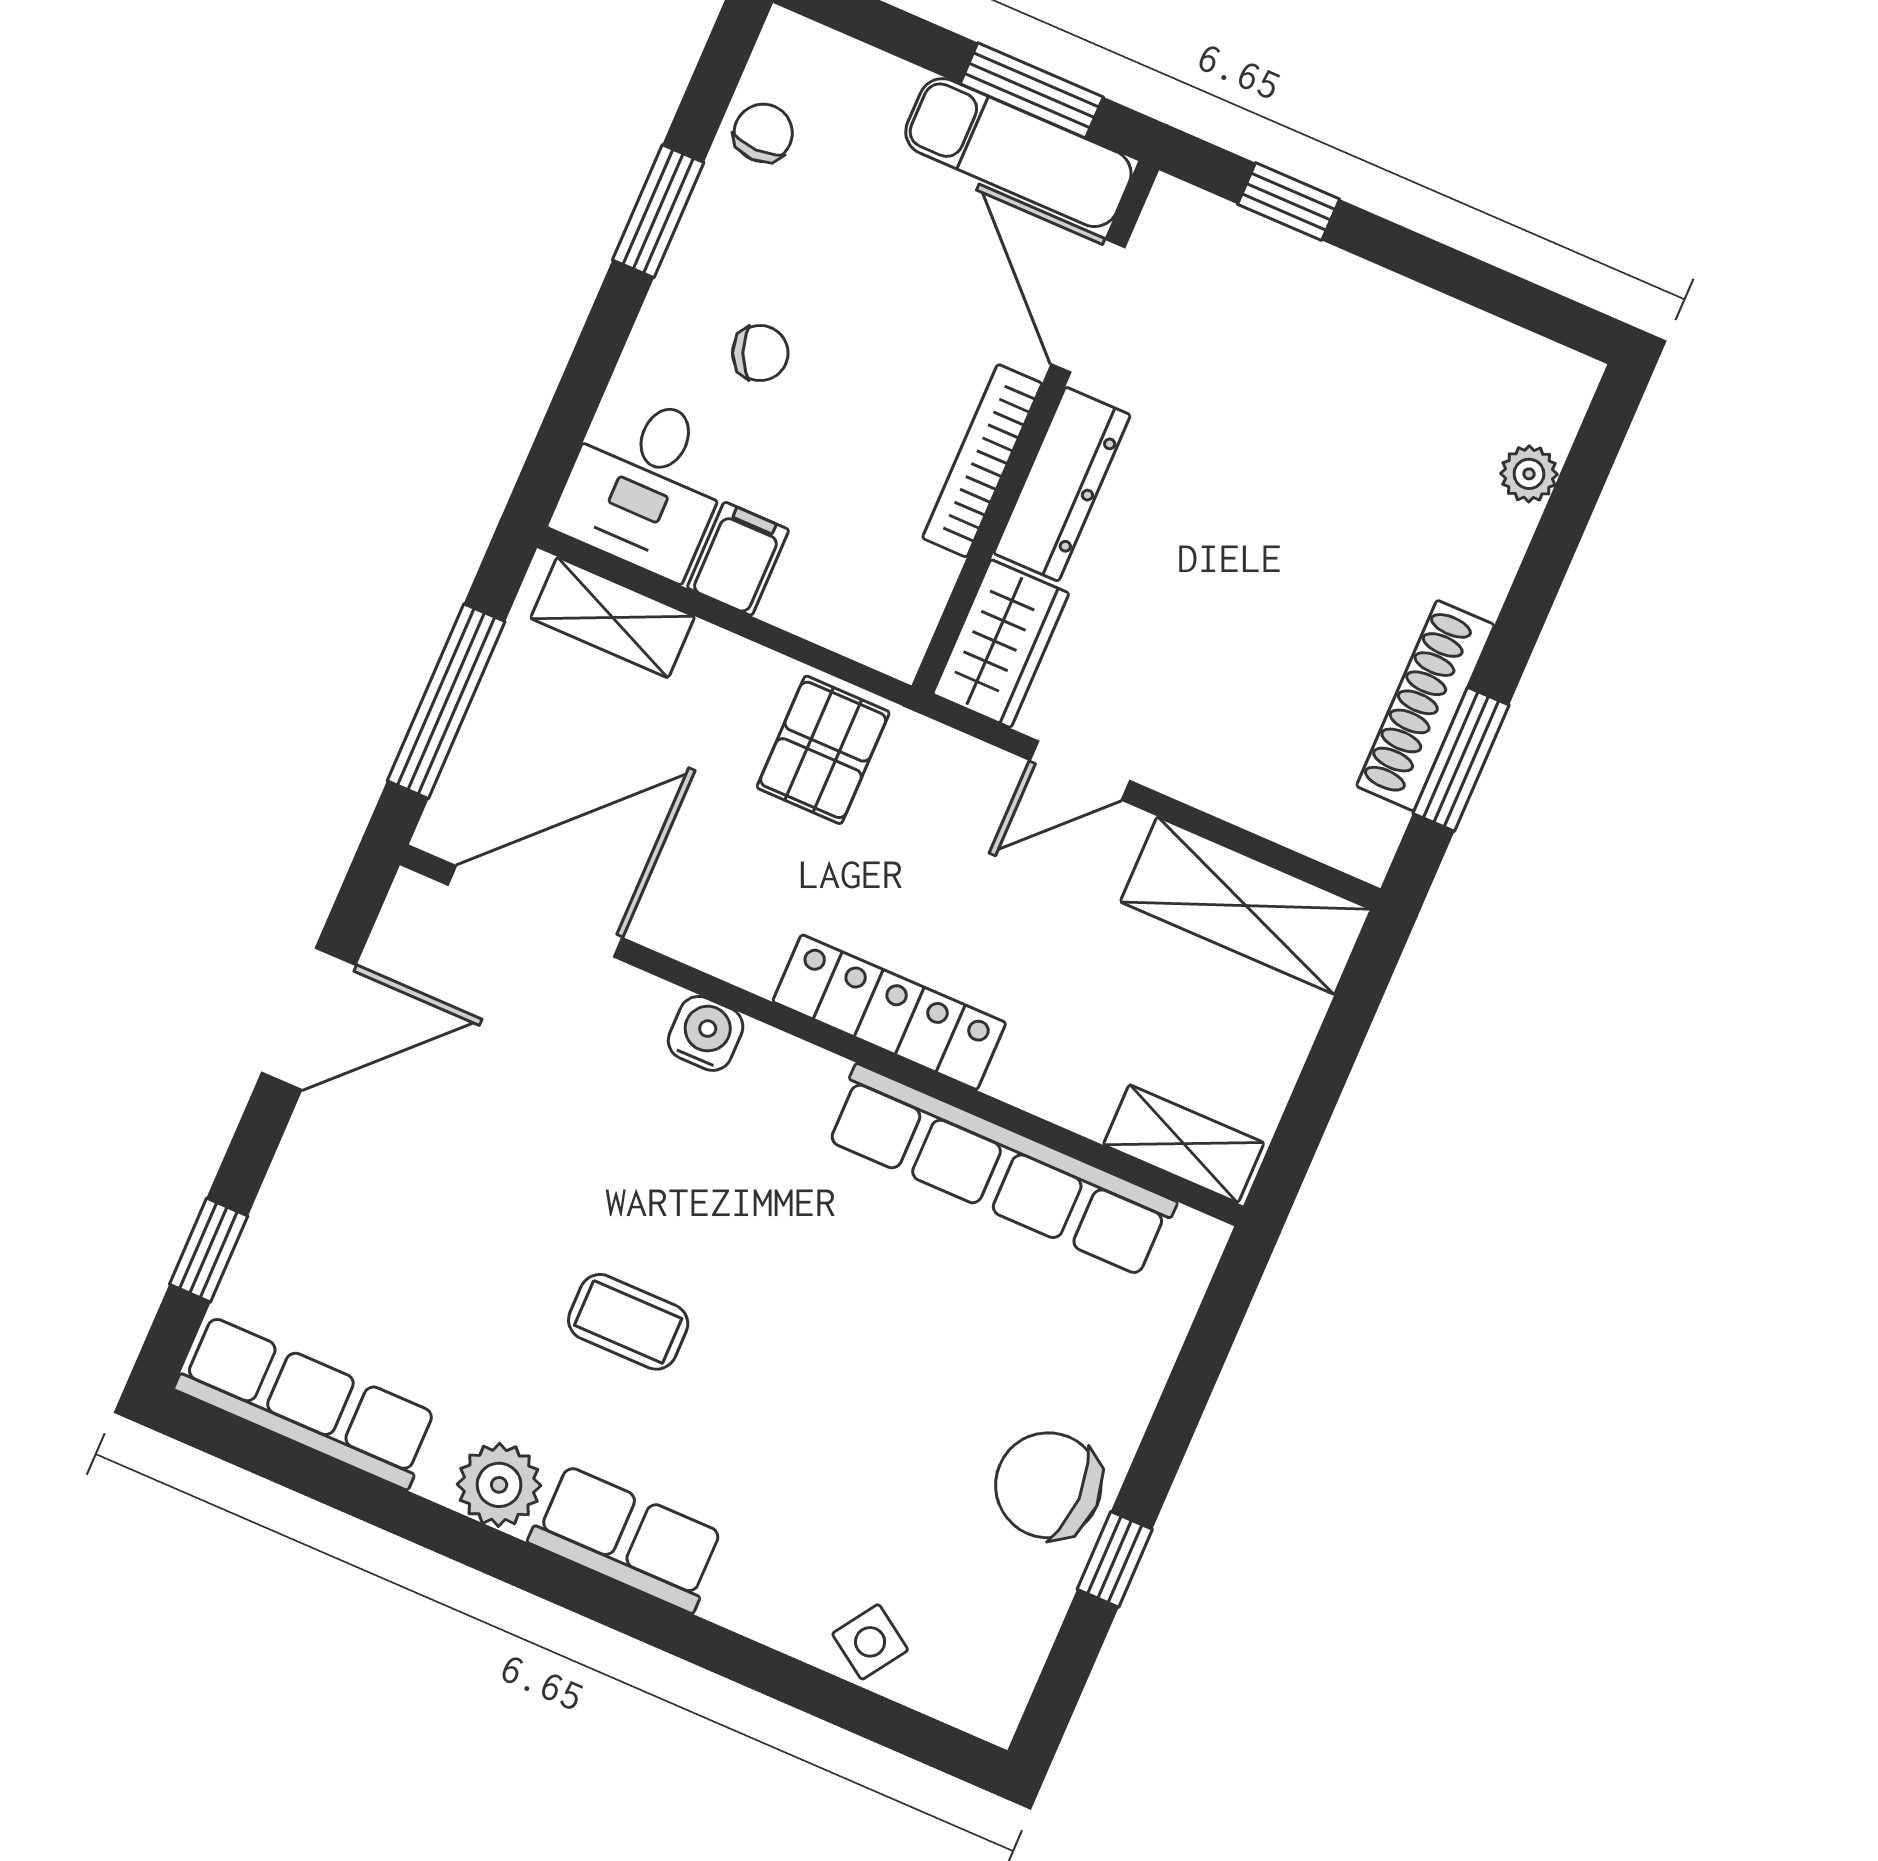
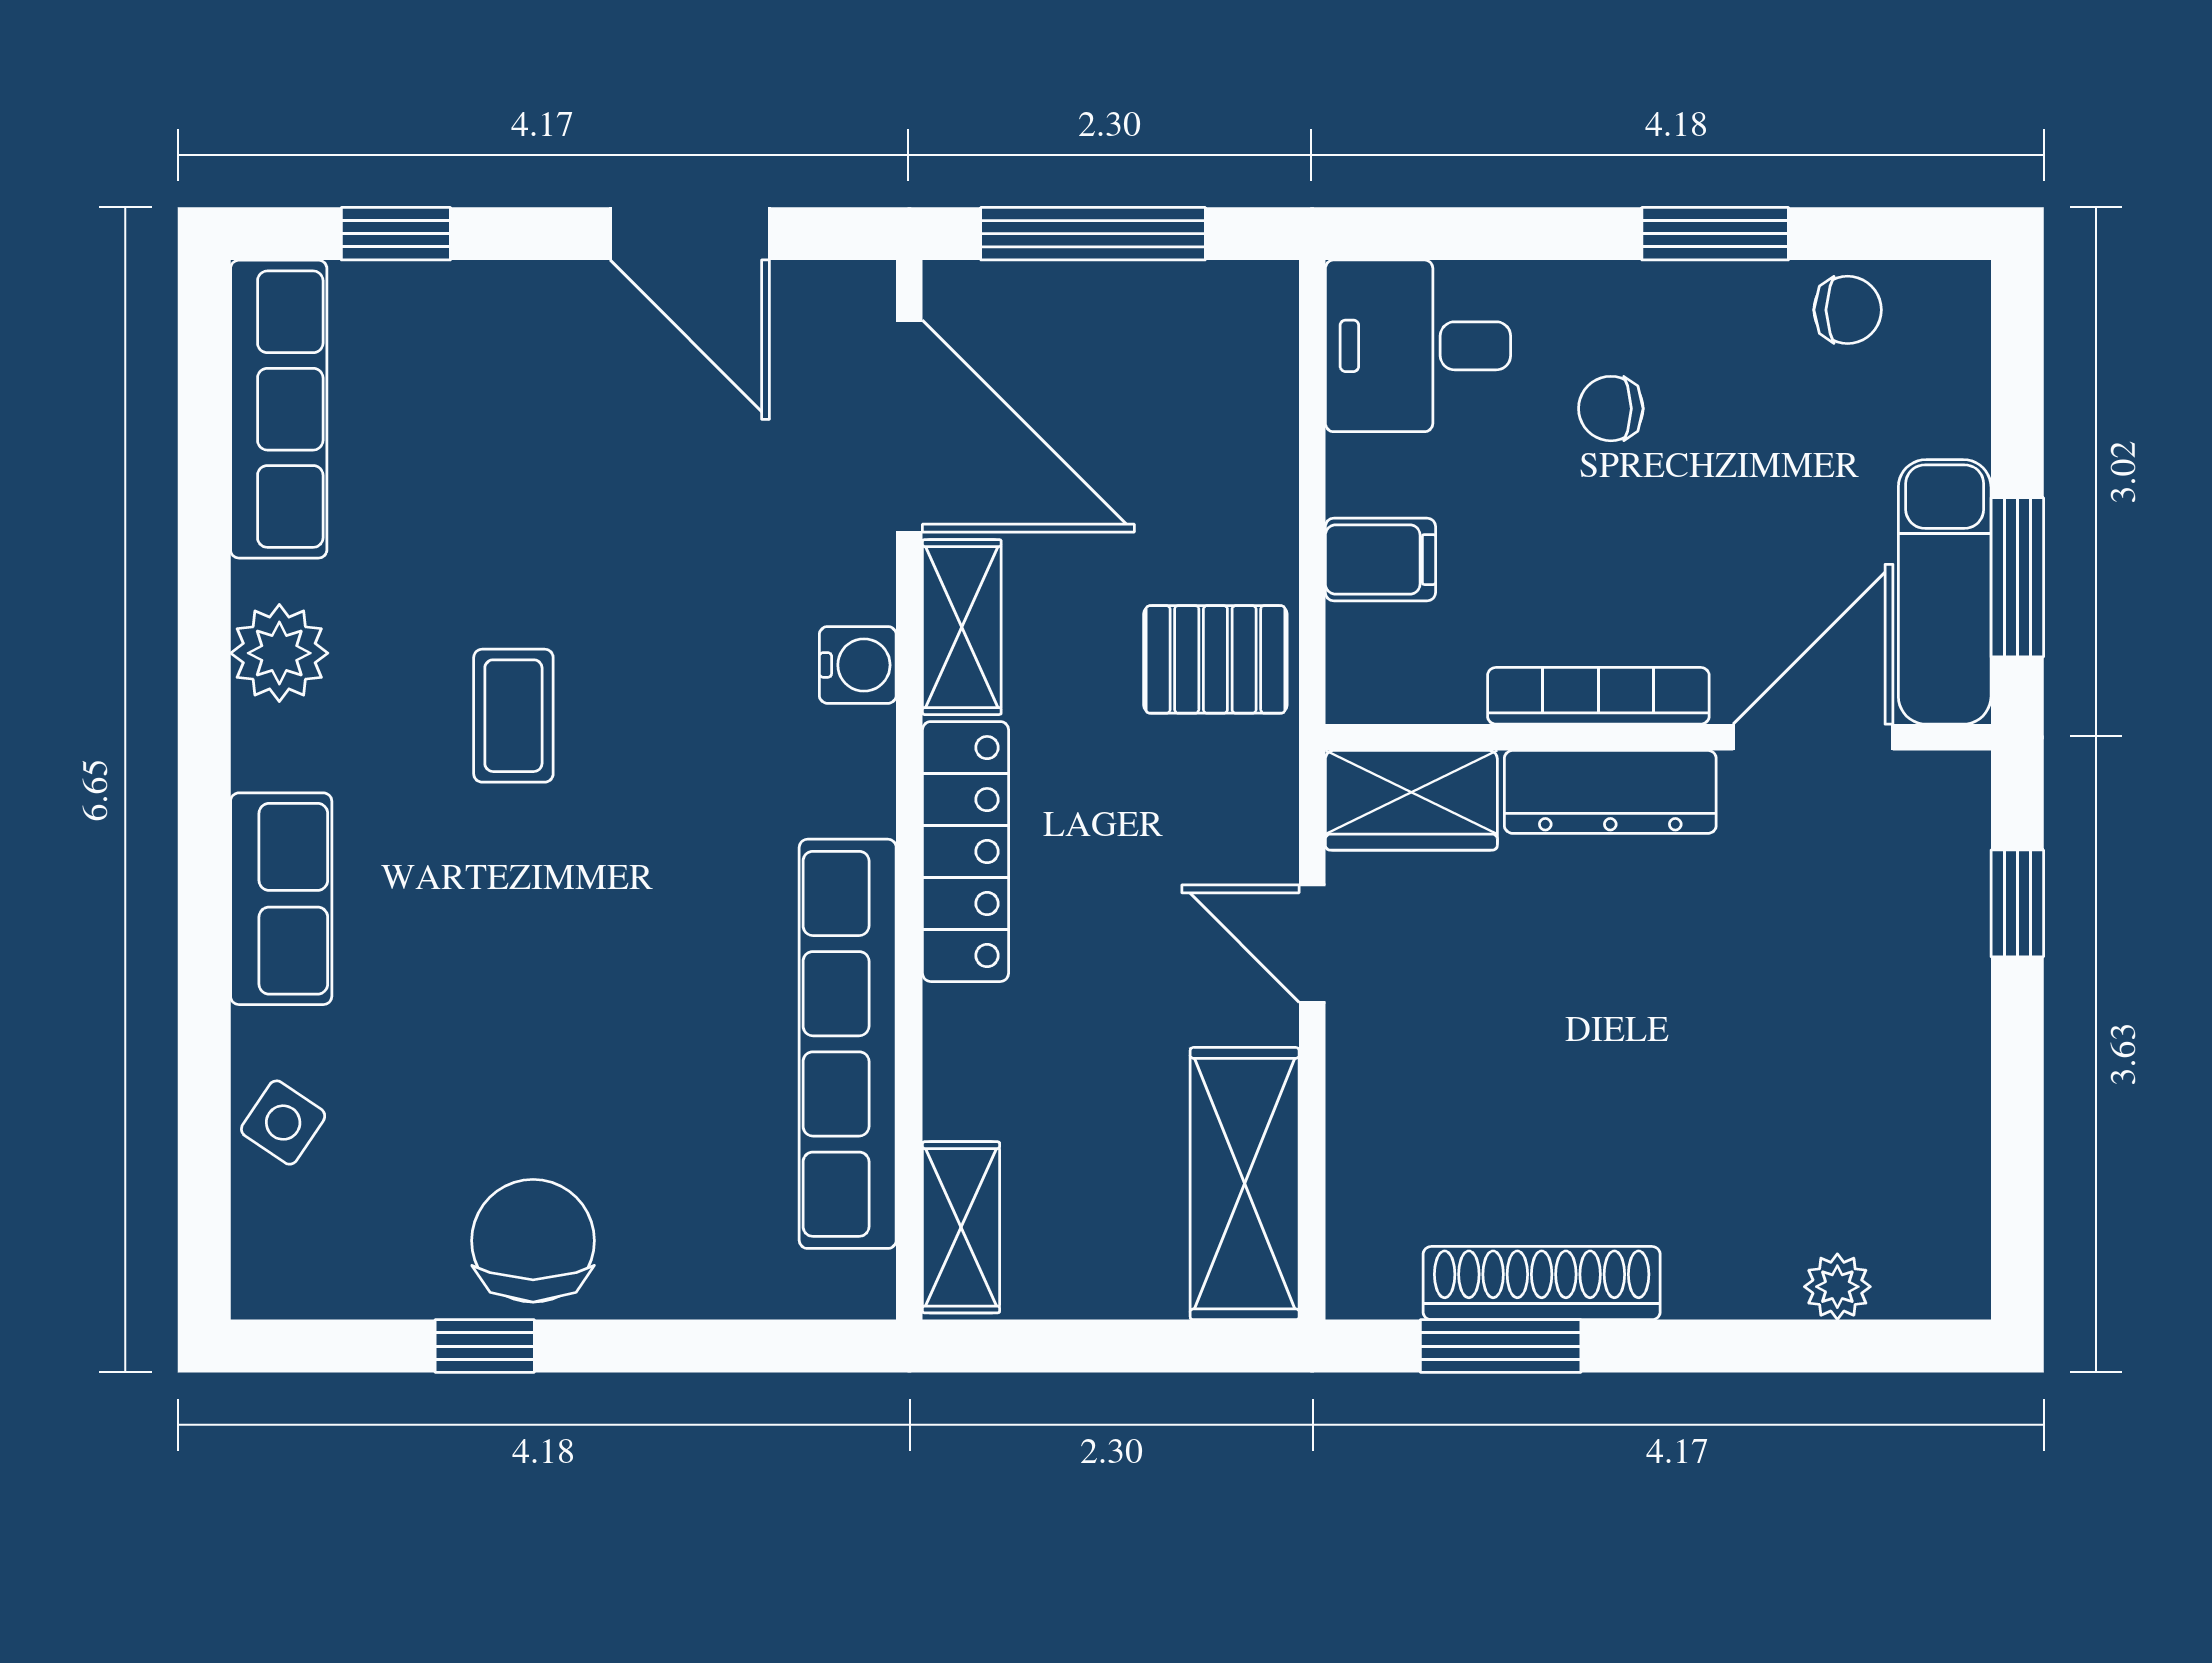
chair: (760, 353) -> (1611, 409), turned 113
filing cabinet: (738, 559) -> (1380, 560), moved
shelving: (613, 617) -> (962, 627), moved
row of seats: (627, 1538) -> (281, 899), moved

